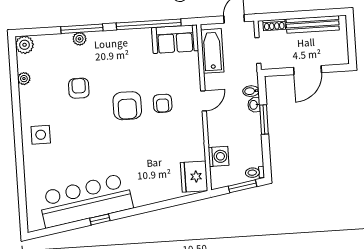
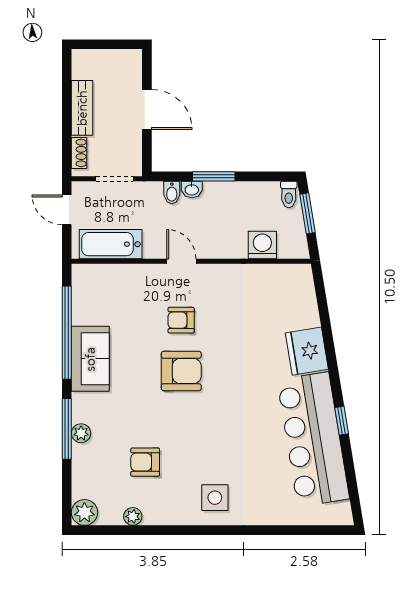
bench: (313, 24) -> (82, 108), width x0.73
sofa: (175, 39) -> (90, 359), moved
armchair: (79, 88) -> (145, 462), moved
armchair: (163, 103) -> (181, 320), turned 180
fridge: (194, 177) -> (307, 351), moved, turned 81

